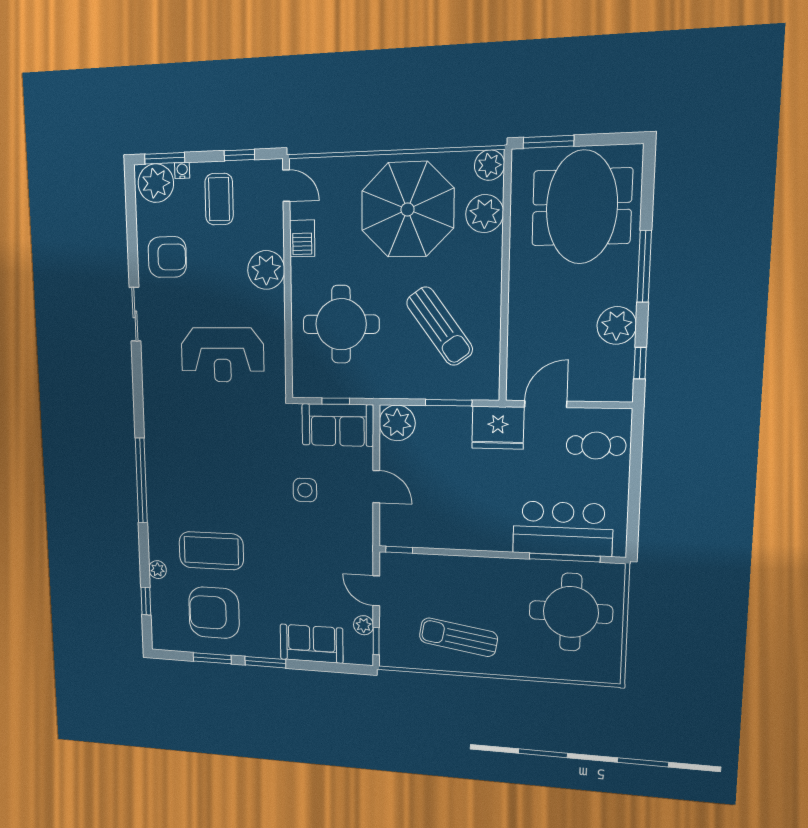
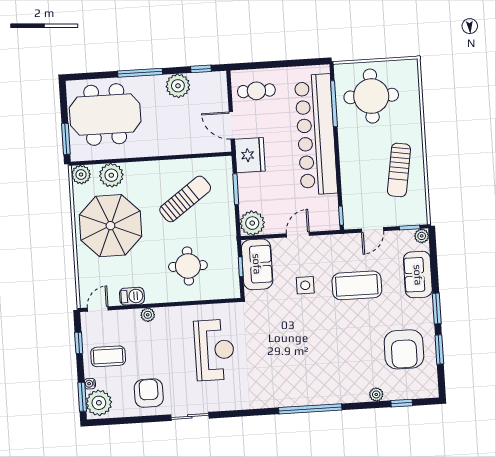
plant: (266, 270) -> (148, 315), width x0.53, depth x0.53
round table: (341, 324) -> (188, 266), width x0.73, depth x0.73
cafe table: (596, 446) -> (256, 91), turned 90
bar counter: (563, 529) -> (316, 134), width x1.86
coffee table: (211, 551) -> (357, 285), moved, turned 90
plant: (364, 625) -> (422, 236), moved

